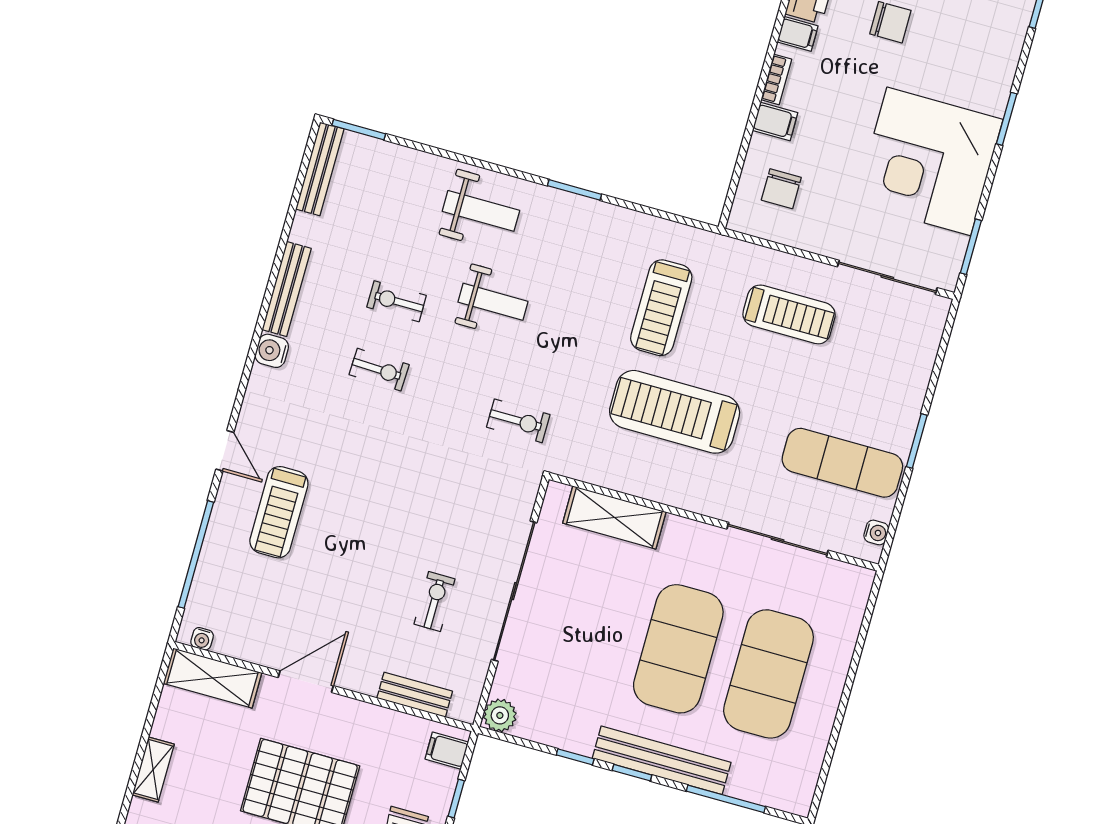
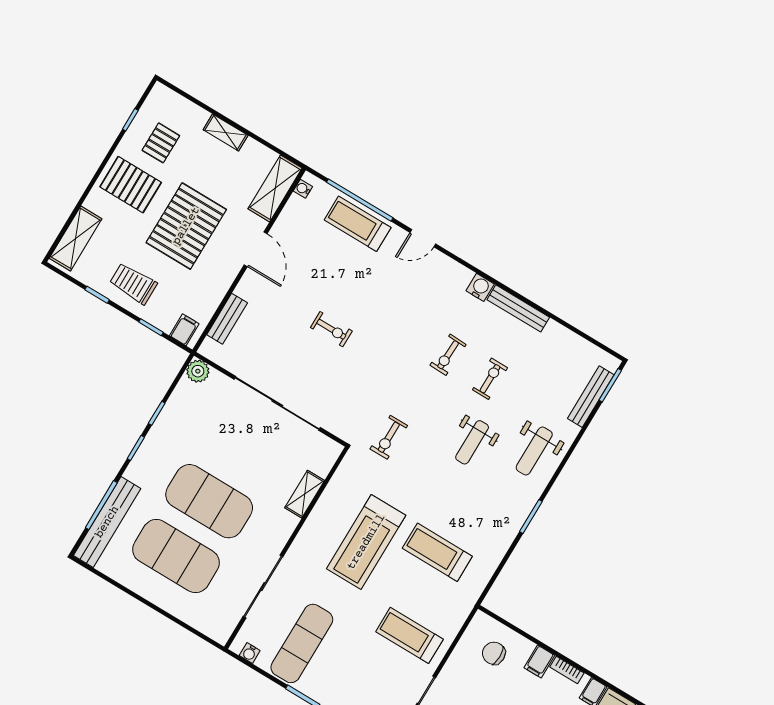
bench: (320, 169) -> (591, 397), moved, turned 90
treadmill: (789, 314) -> (409, 635), turned 90
treadmill: (675, 412) -> (366, 542), turned 180
treadmill: (279, 512) -> (358, 224), moved
shelving: (614, 517) -> (305, 494), width x0.67, depth x0.75
exercise bike: (435, 602) -> (331, 329), moved
bench: (662, 760) -> (107, 522), moved

